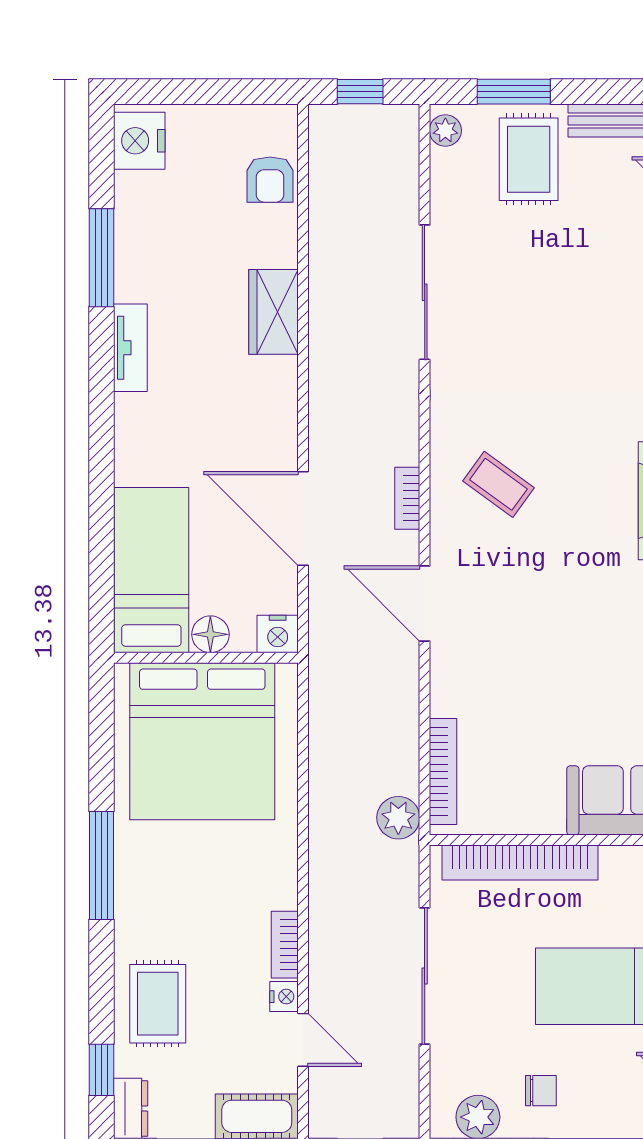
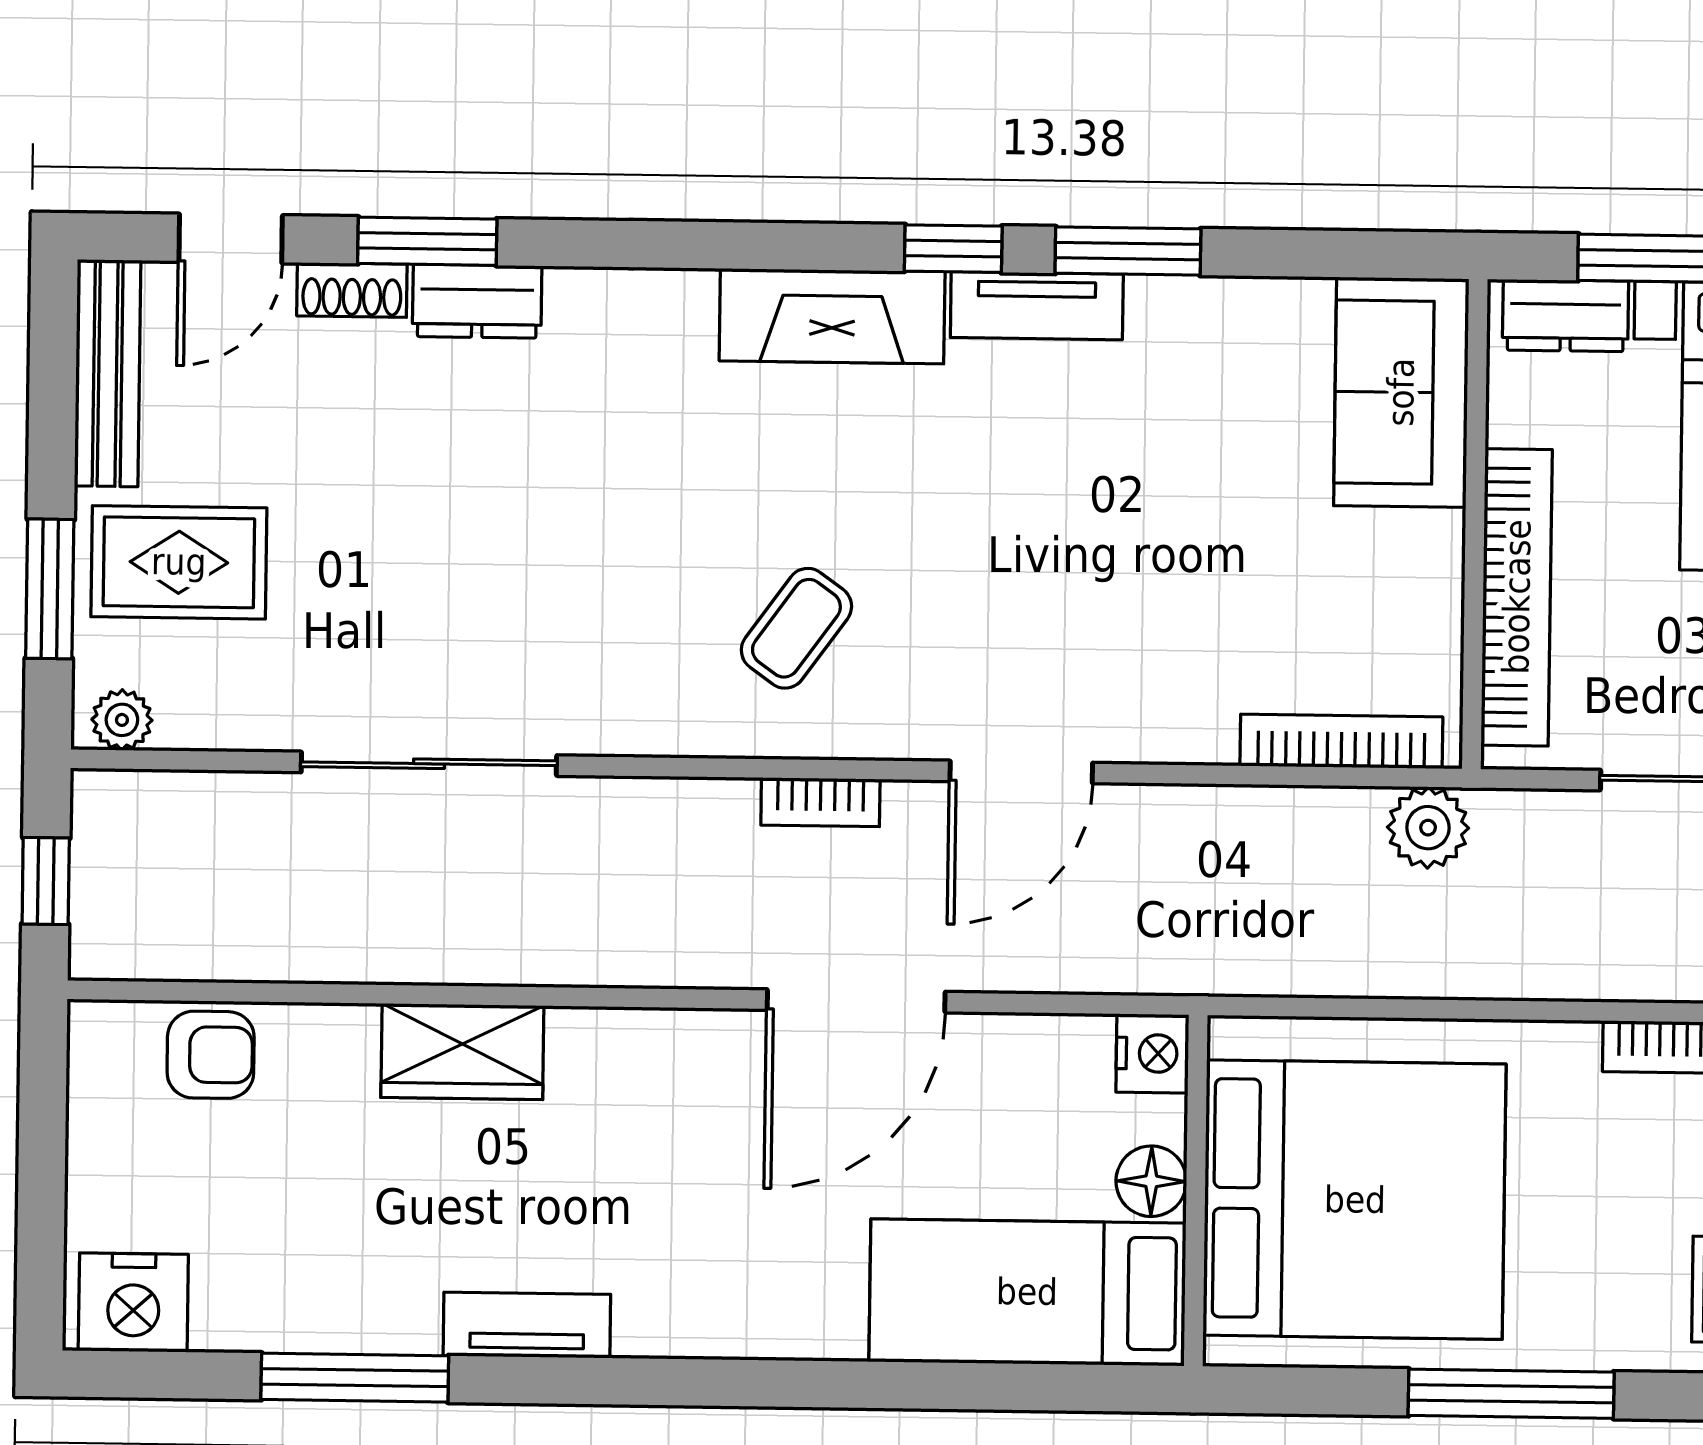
bed: (151, 570) -> (1027, 1292), moved
floor lamp: (210, 634) -> (1151, 1181), moved
nightstand: (278, 634) -> (1152, 1053), moved
wall: (206, 658) -> (1196, 1191), moved
bed: (202, 741) -> (1355, 1200), moved

